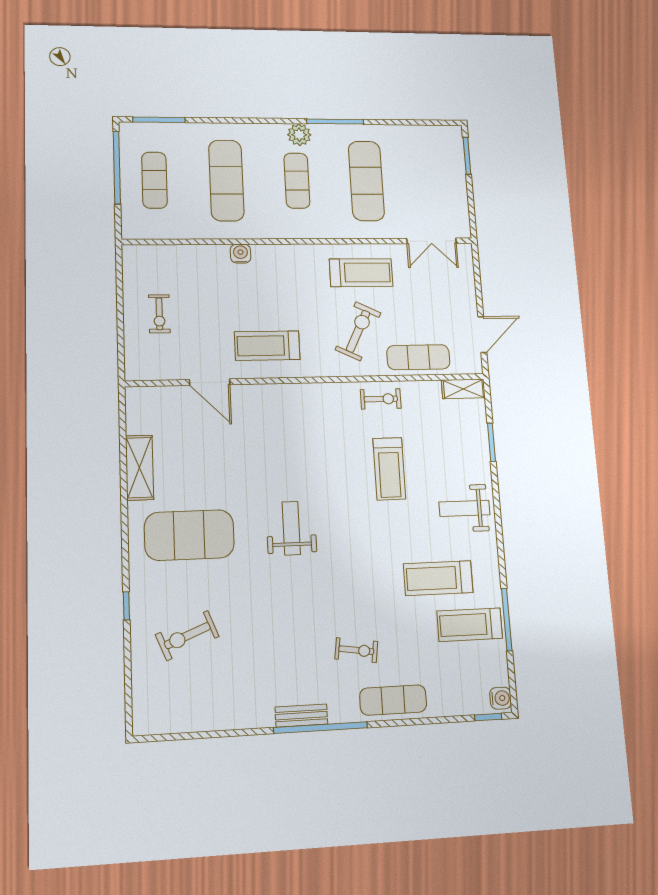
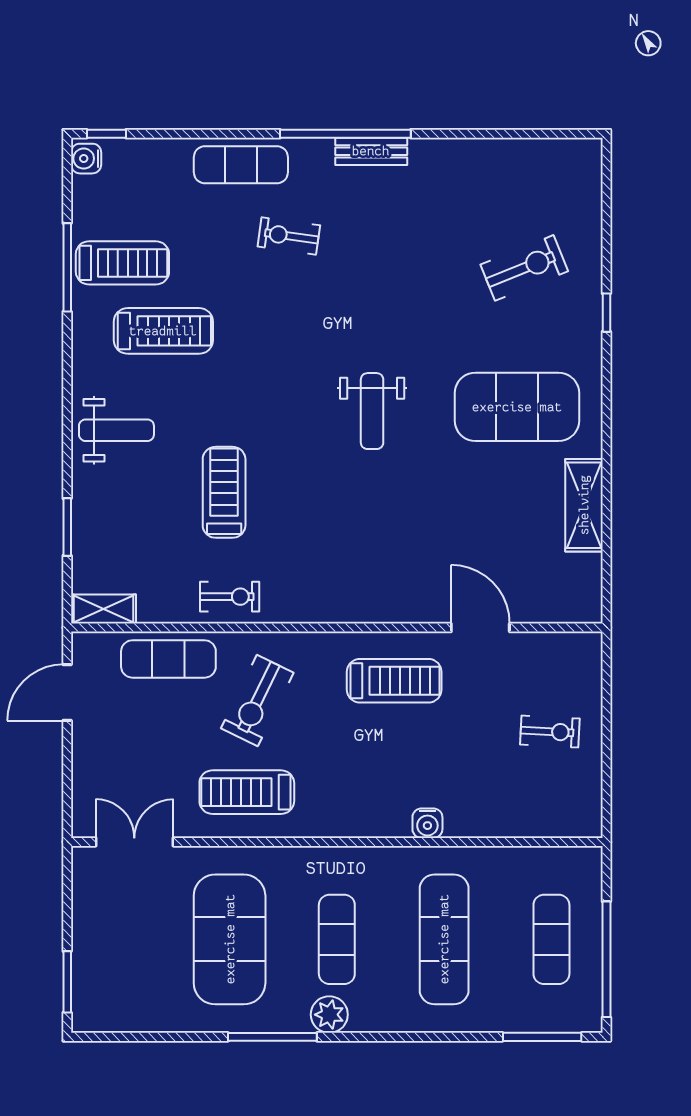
exercise mat: (366, 181) -> (230, 939), width x1.47
exercise bike: (159, 314) -> (550, 732), turned 93
exercise bike: (381, 399) -> (230, 597), turned 180

